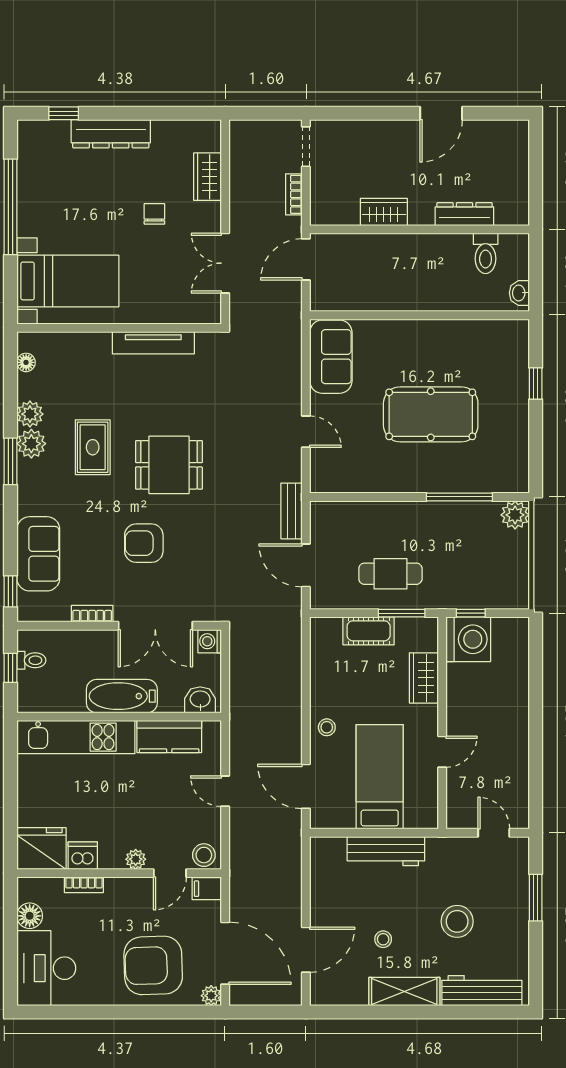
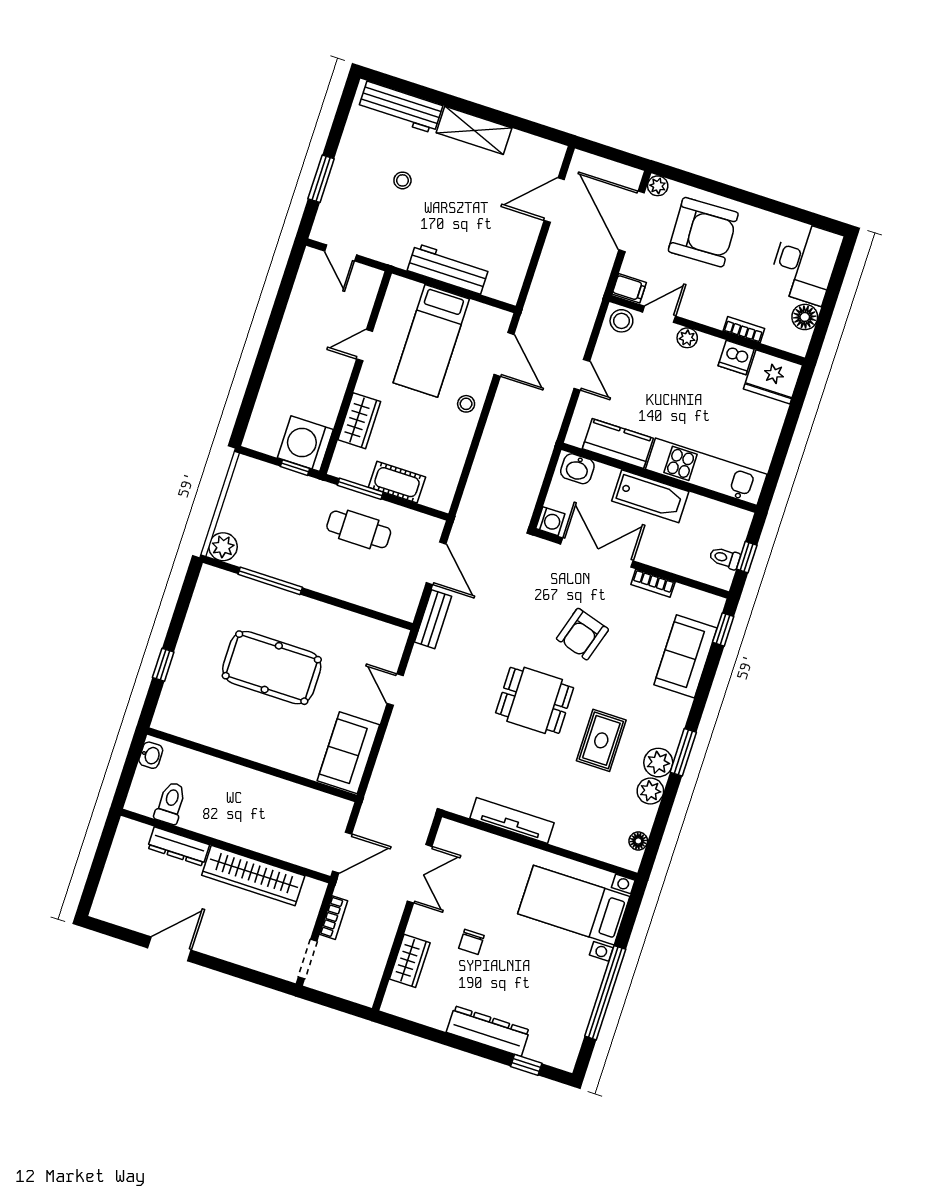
wardrobe: (384, 212) -> (253, 876), width x2.10, depth x1.17
armchair: (144, 543) -> (582, 634), turned 107
stool: (457, 921) -> (402, 180), width x0.53, depth x0.53
stool: (383, 939) -> (478, 186), removed

